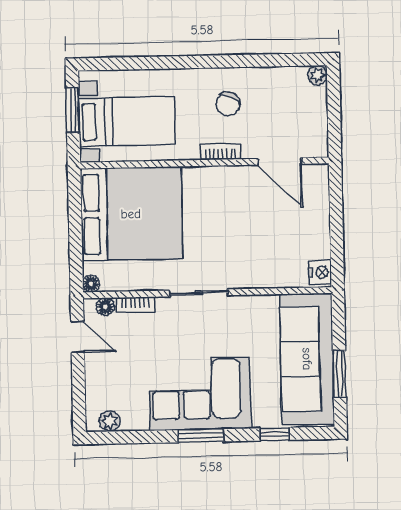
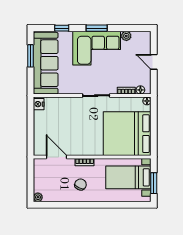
door: (78, 337) -> (154, 62), moved
plant: (110, 421) -> (126, 36), moved

